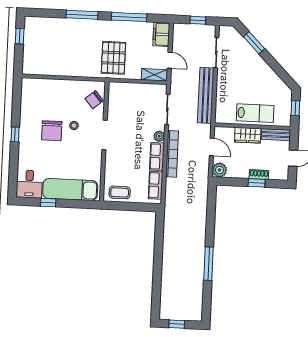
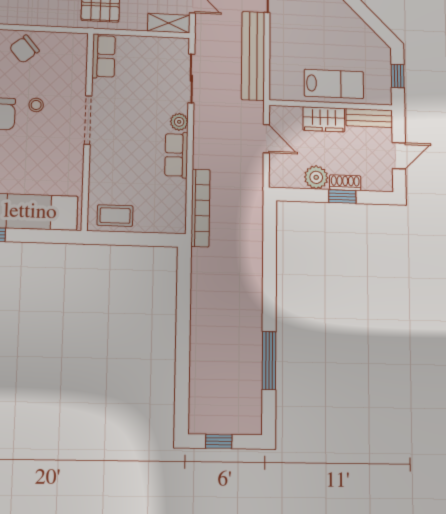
chair: (94, 100) -> (24, 49), moved
bookcase: (172, 154) -> (201, 208), moved
plant: (219, 170) -> (316, 177), moved
row of seats: (156, 185) -> (104, 56), moved, turned 180
window: (209, 264) -> (269, 361), moved

